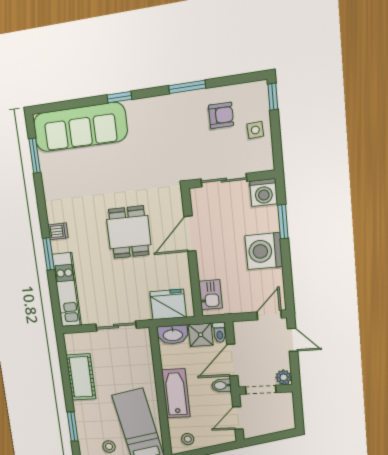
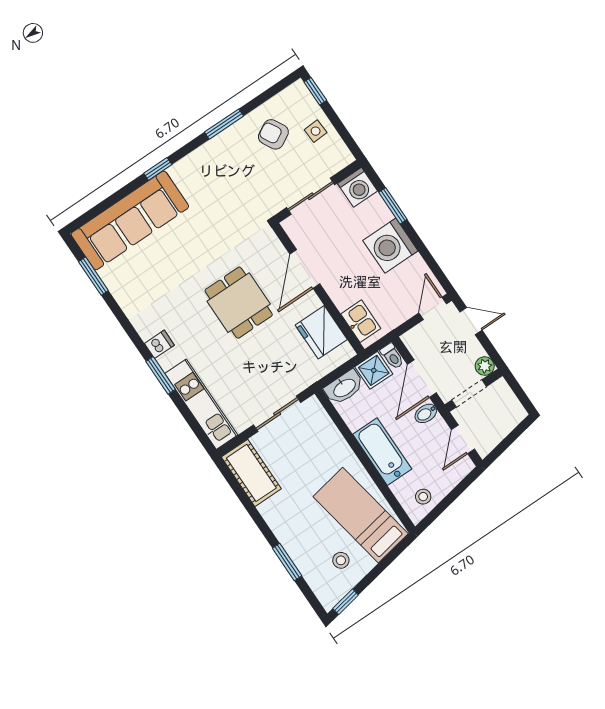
armchair: (221, 115) -> (273, 134), turned -119
fridge: (168, 304) -> (321, 332), moved, turned -90
cot: (81, 377) -> (251, 473), moved

